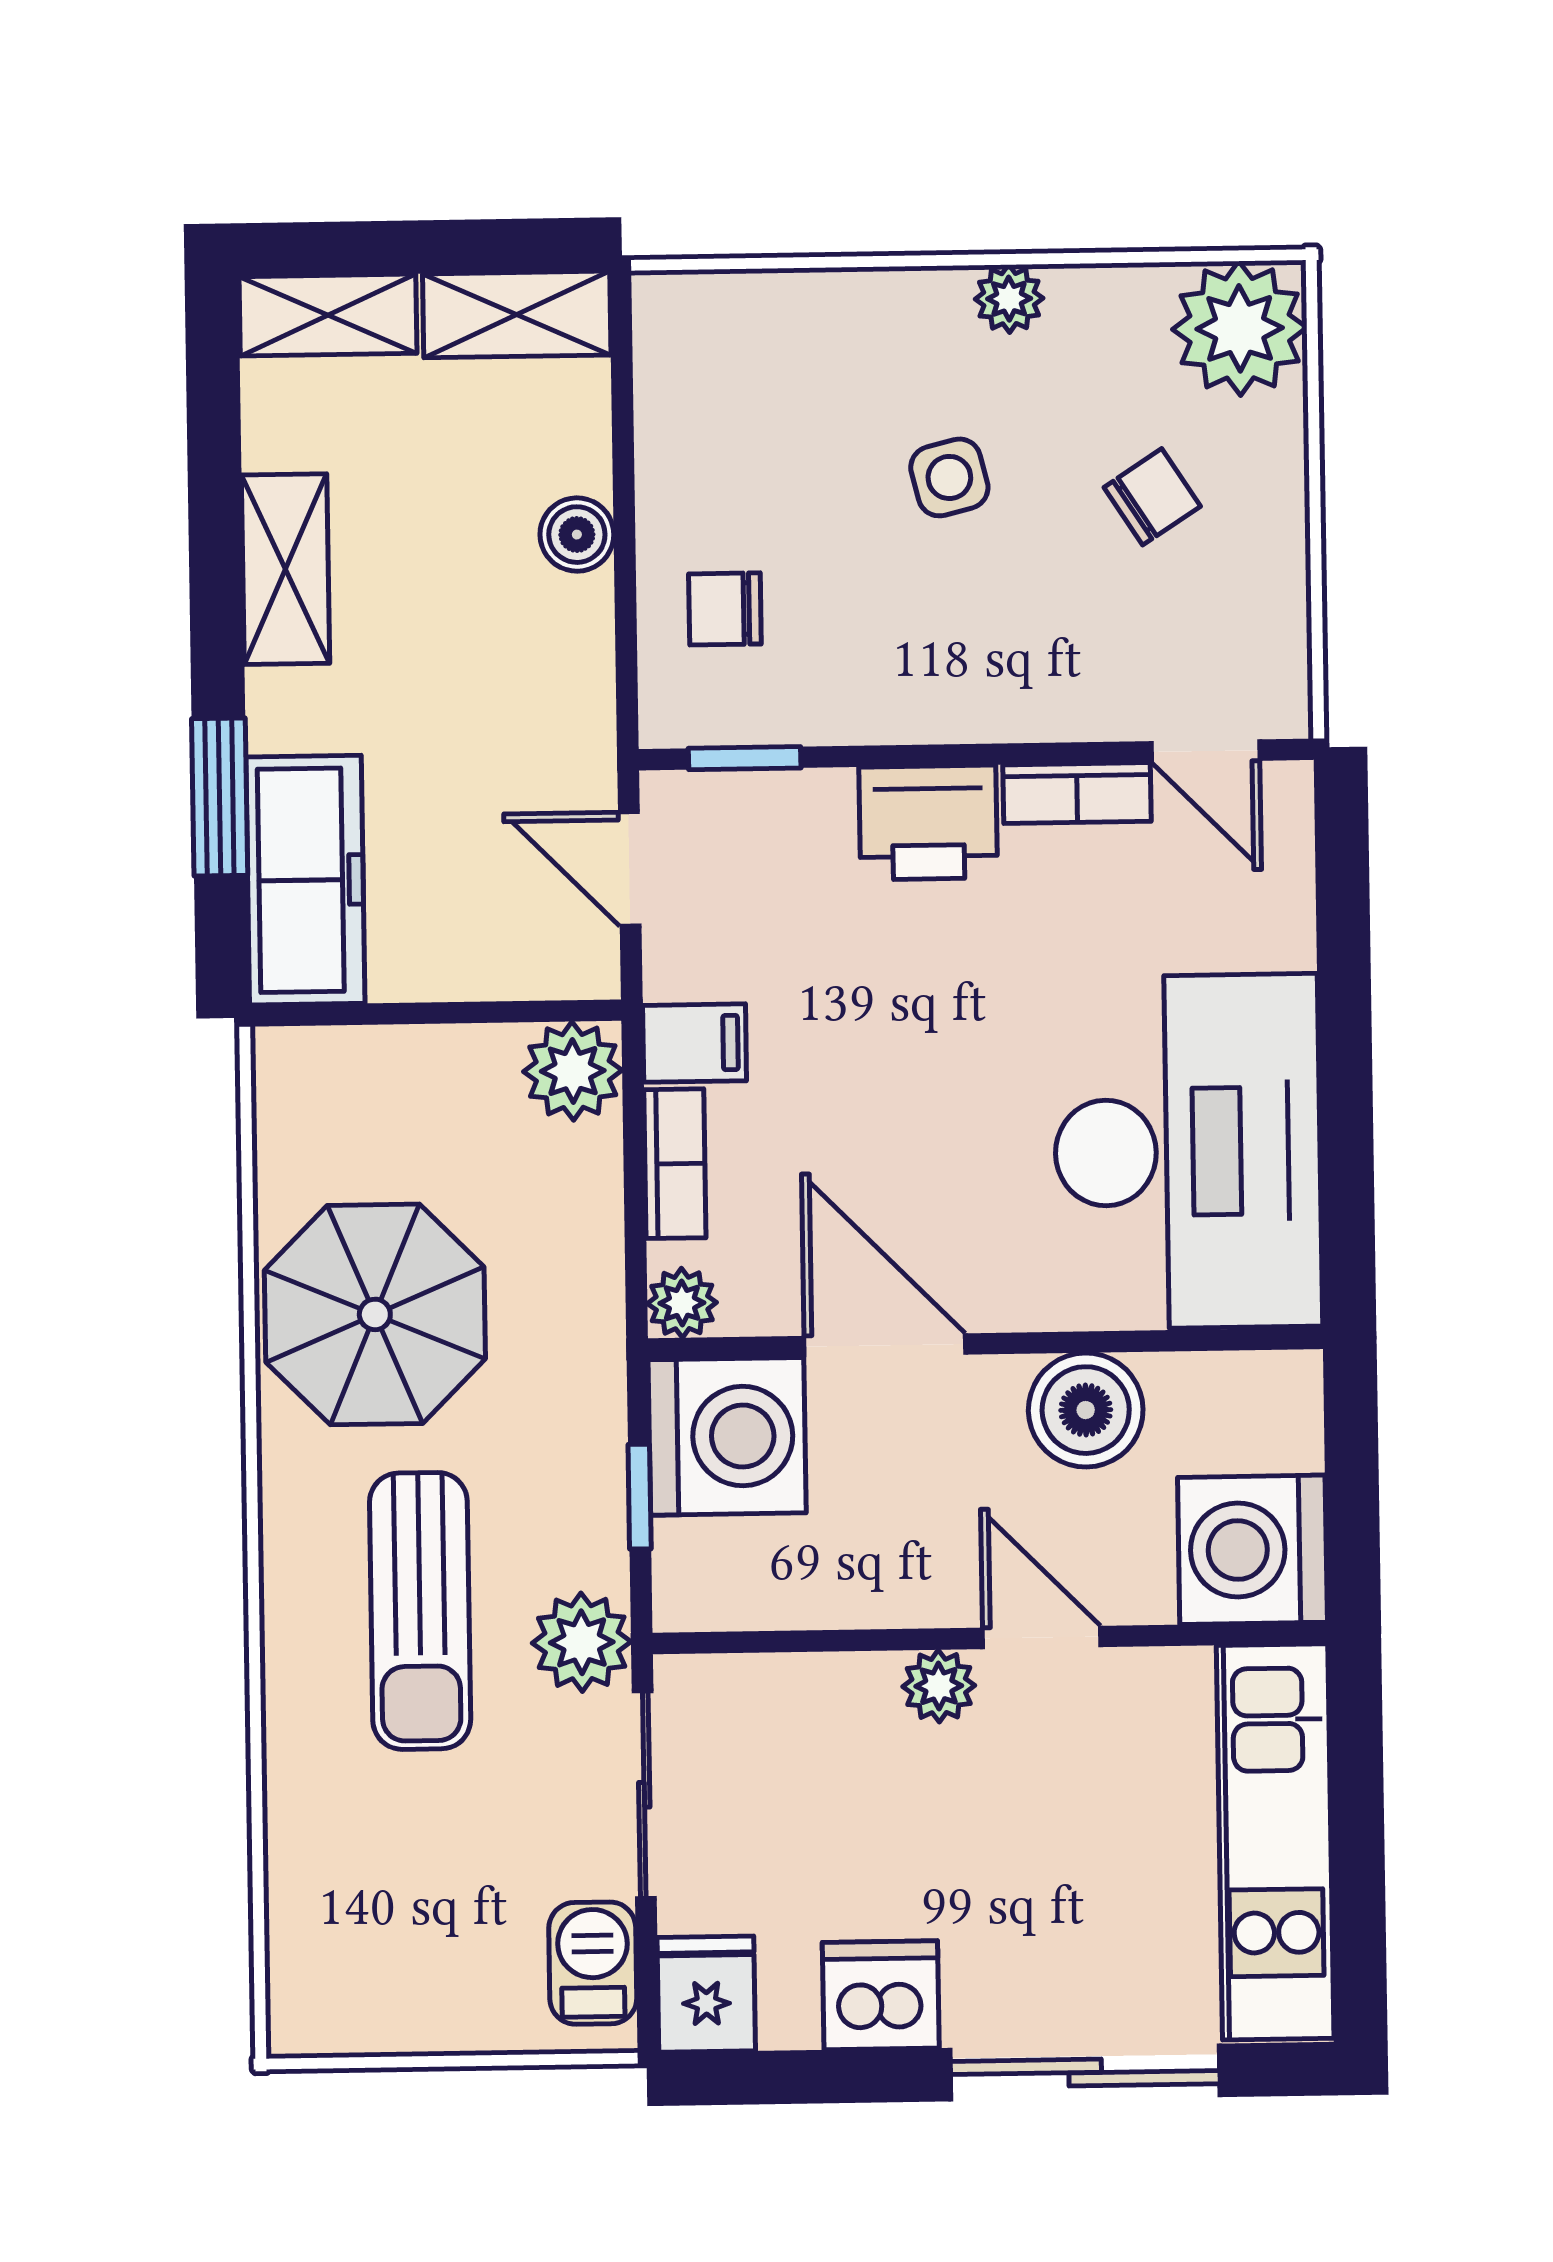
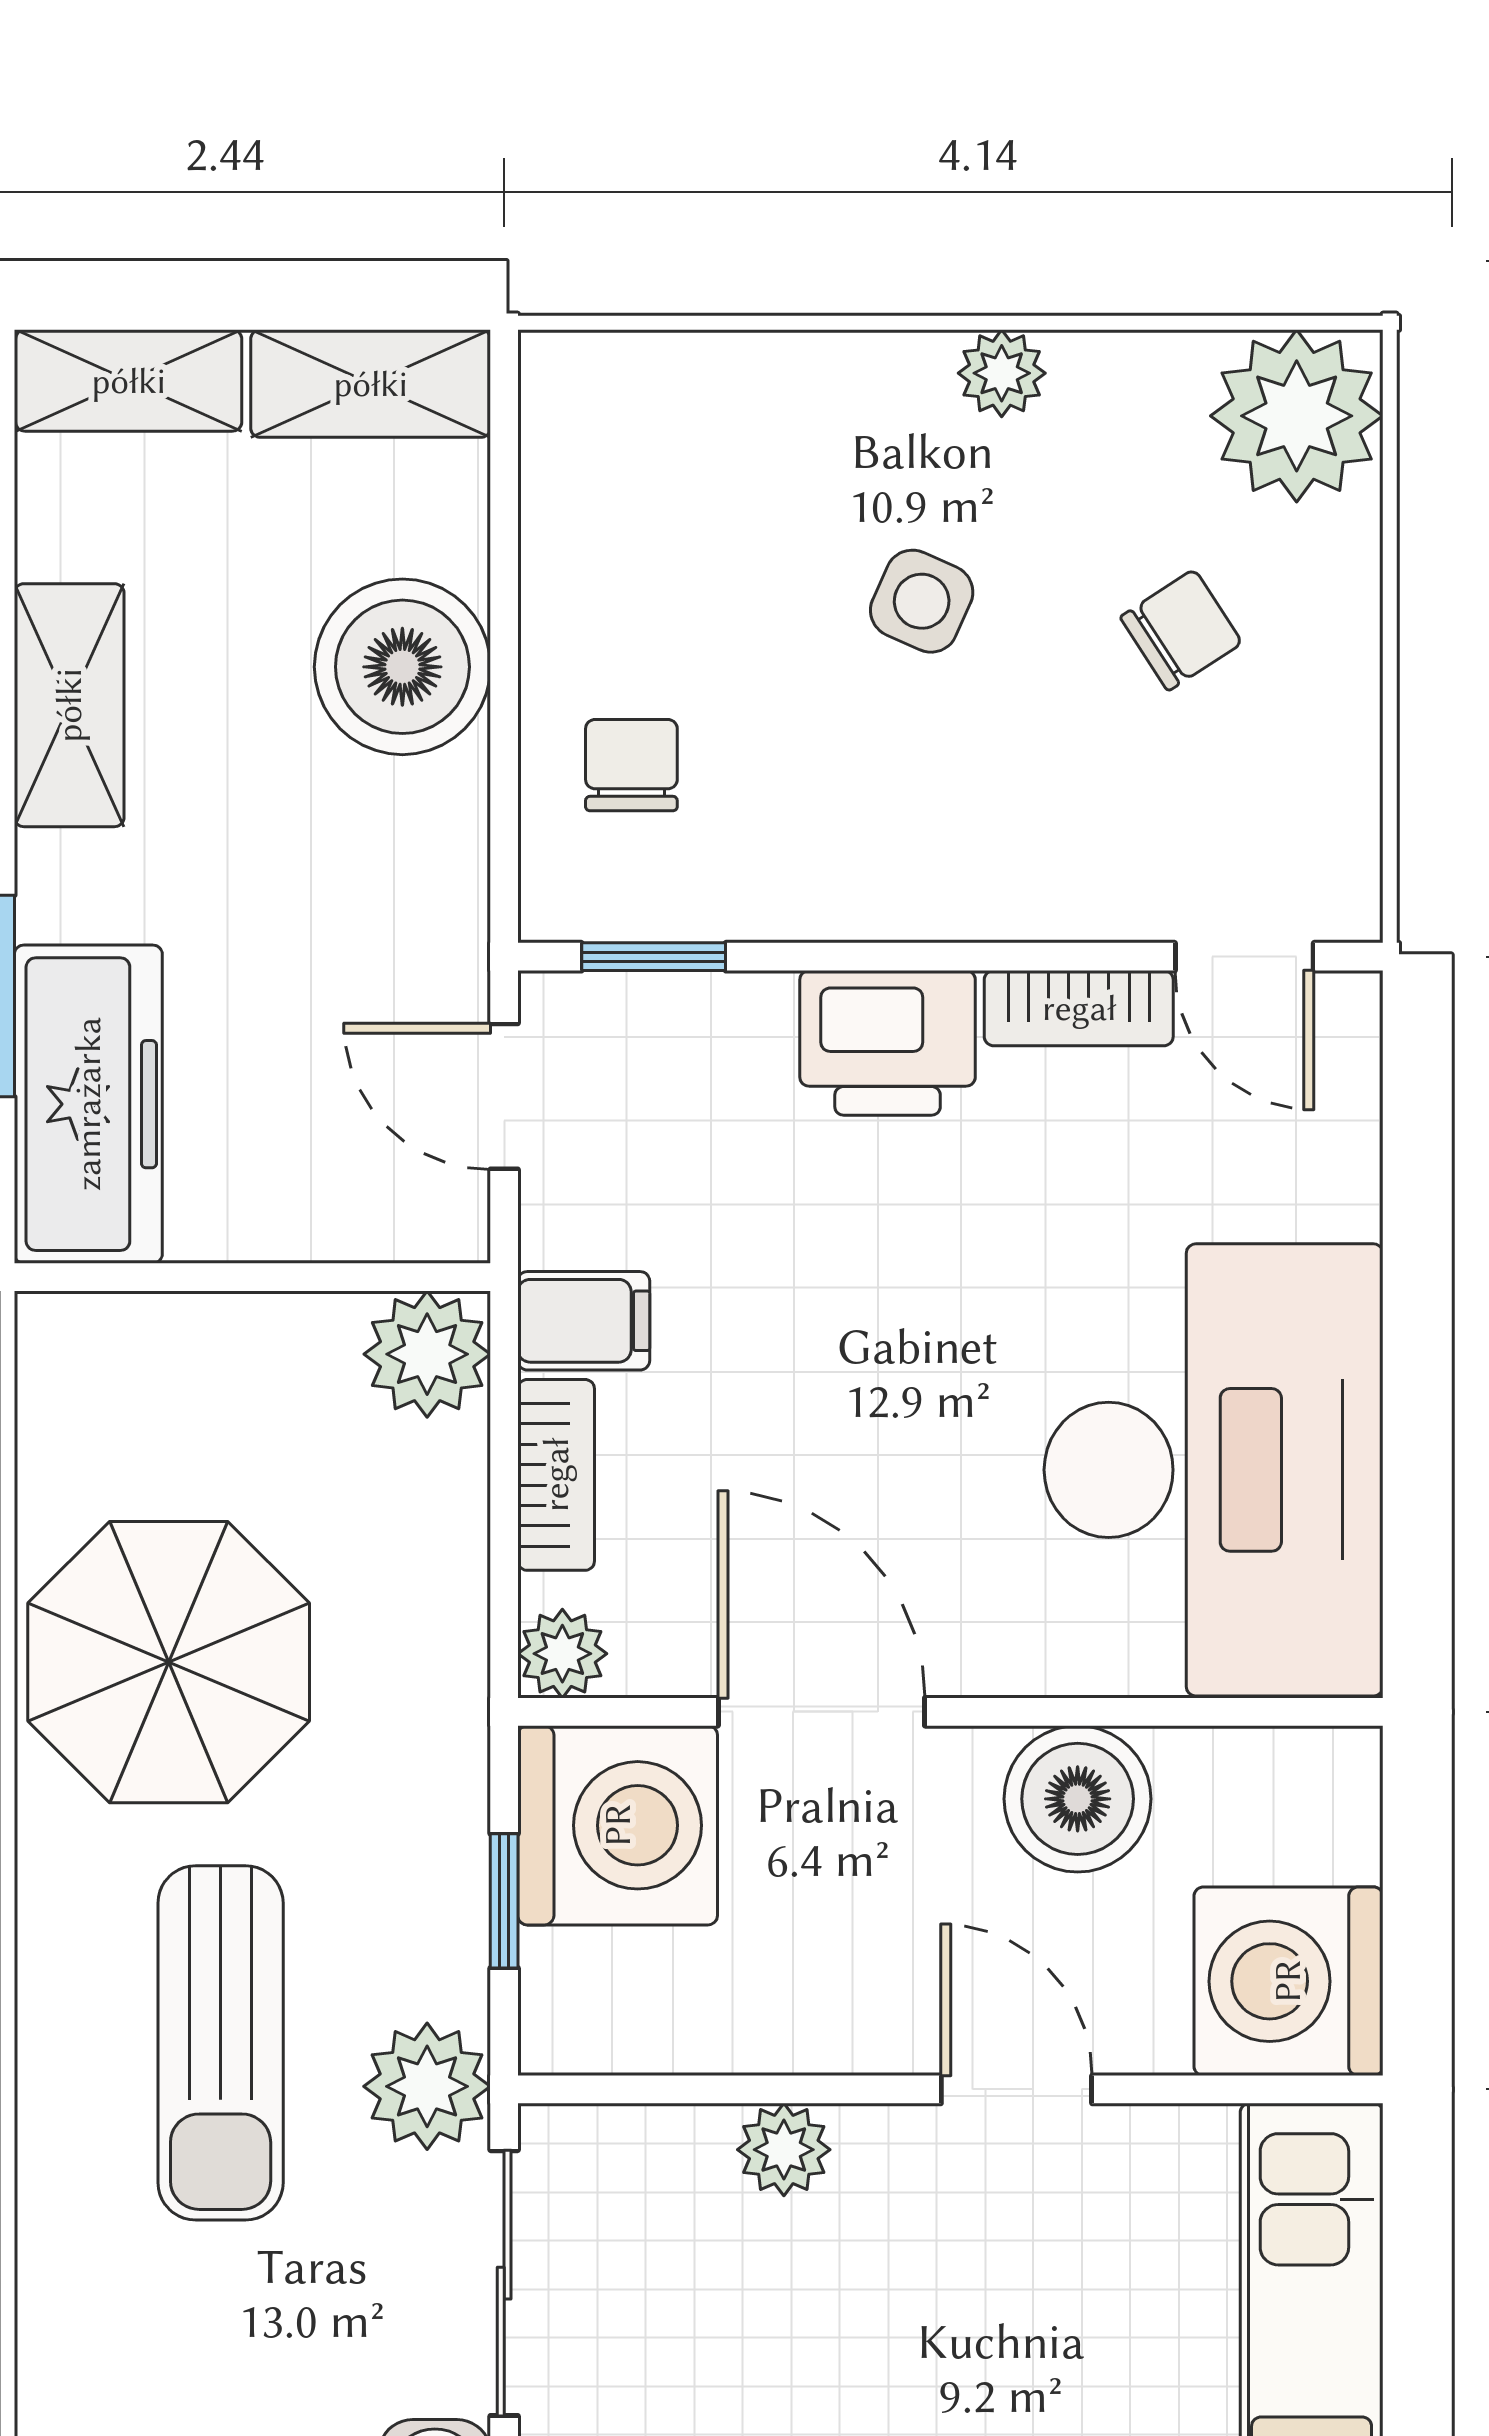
side table: (949, 477) -> (922, 601), turned 38
boiler: (577, 535) -> (402, 667), width x1.86, depth x1.86
chair: (725, 609) -> (631, 765), turned 90
plant: (939, 1686) -> (784, 2150), moved

